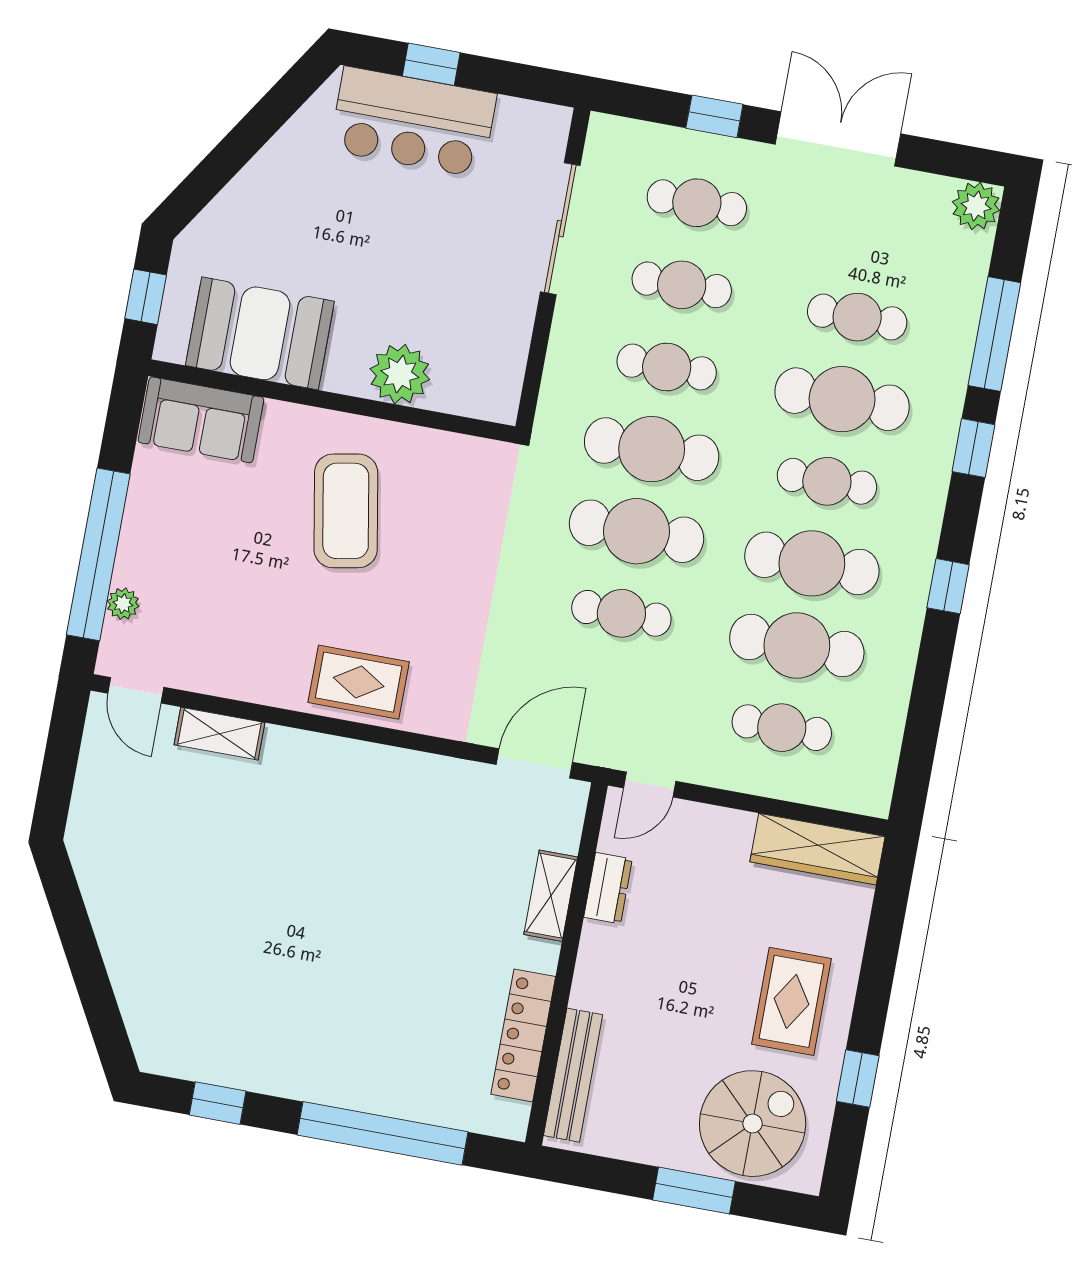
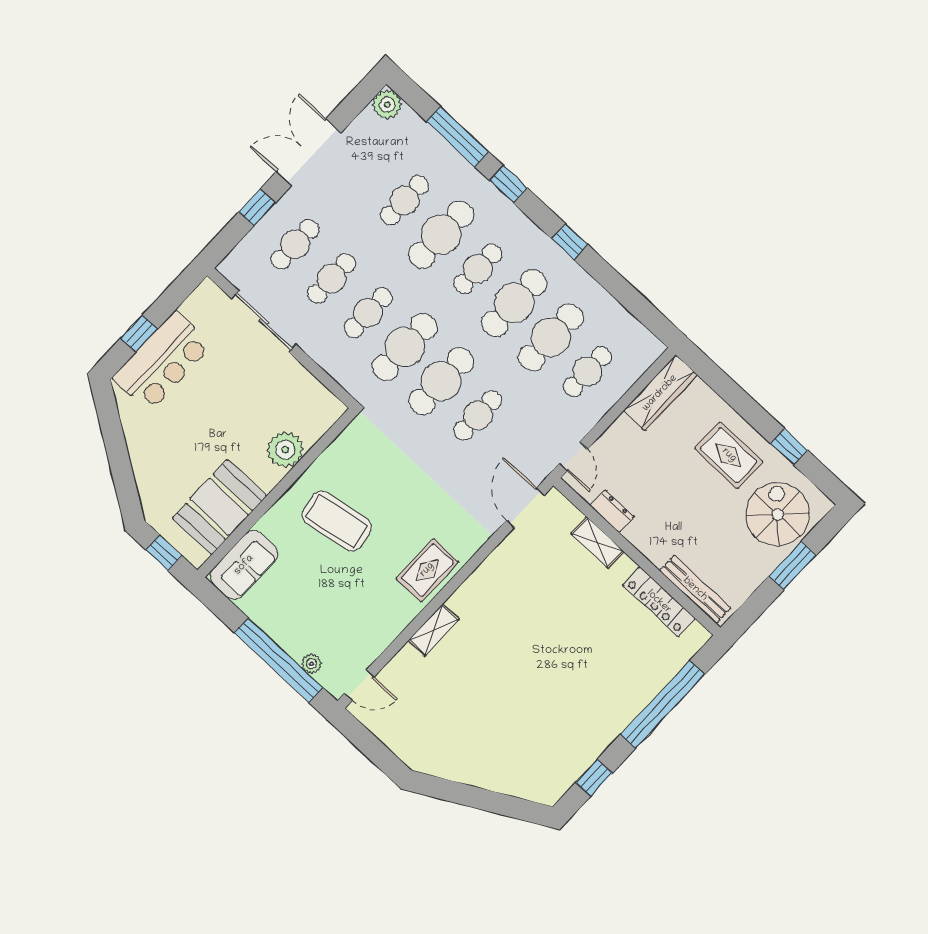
shelving: (219, 734) -> (434, 630), moved

